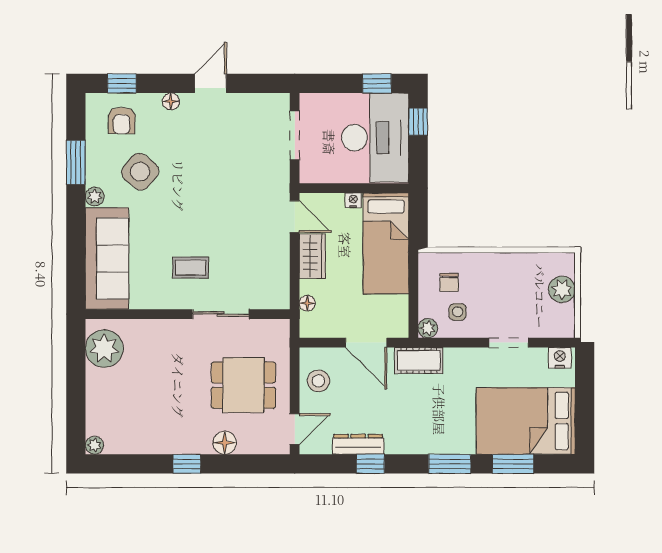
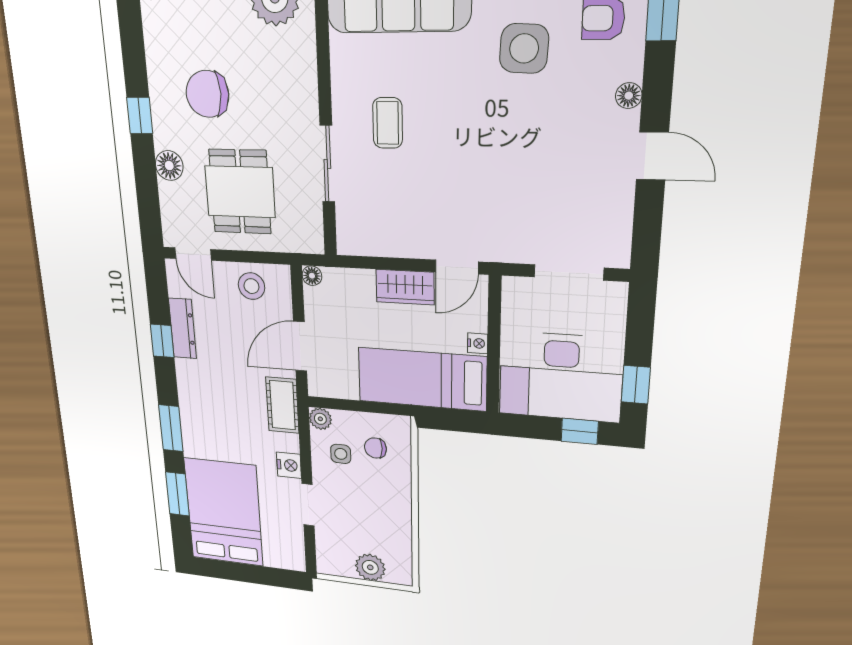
side table: (140, 172) -> (524, 48), turned -37
floor lamp: (307, 303) -> (312, 276), moved
nightstand: (560, 358) -> (289, 465), moved
chair: (171, 406) -> (207, 94), added

